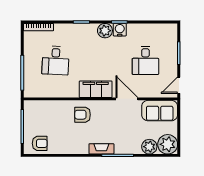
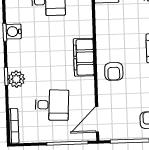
plant: (105, 31) -> (16, 79), moved
door: (127, 99) -> (97, 119), moved

